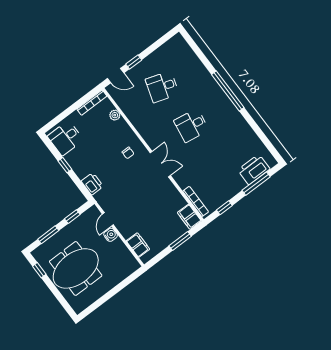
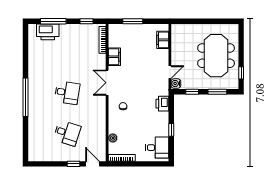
filing cabinet: (189, 217) -> (114, 57), moved
water cooler: (111, 235) -> (176, 84), moved
meeting table: (76, 268) -> (216, 56), turned 90

